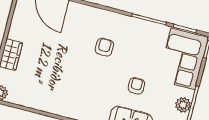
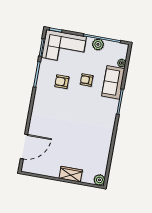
armchair: (104, 47) -> (62, 82), moved

